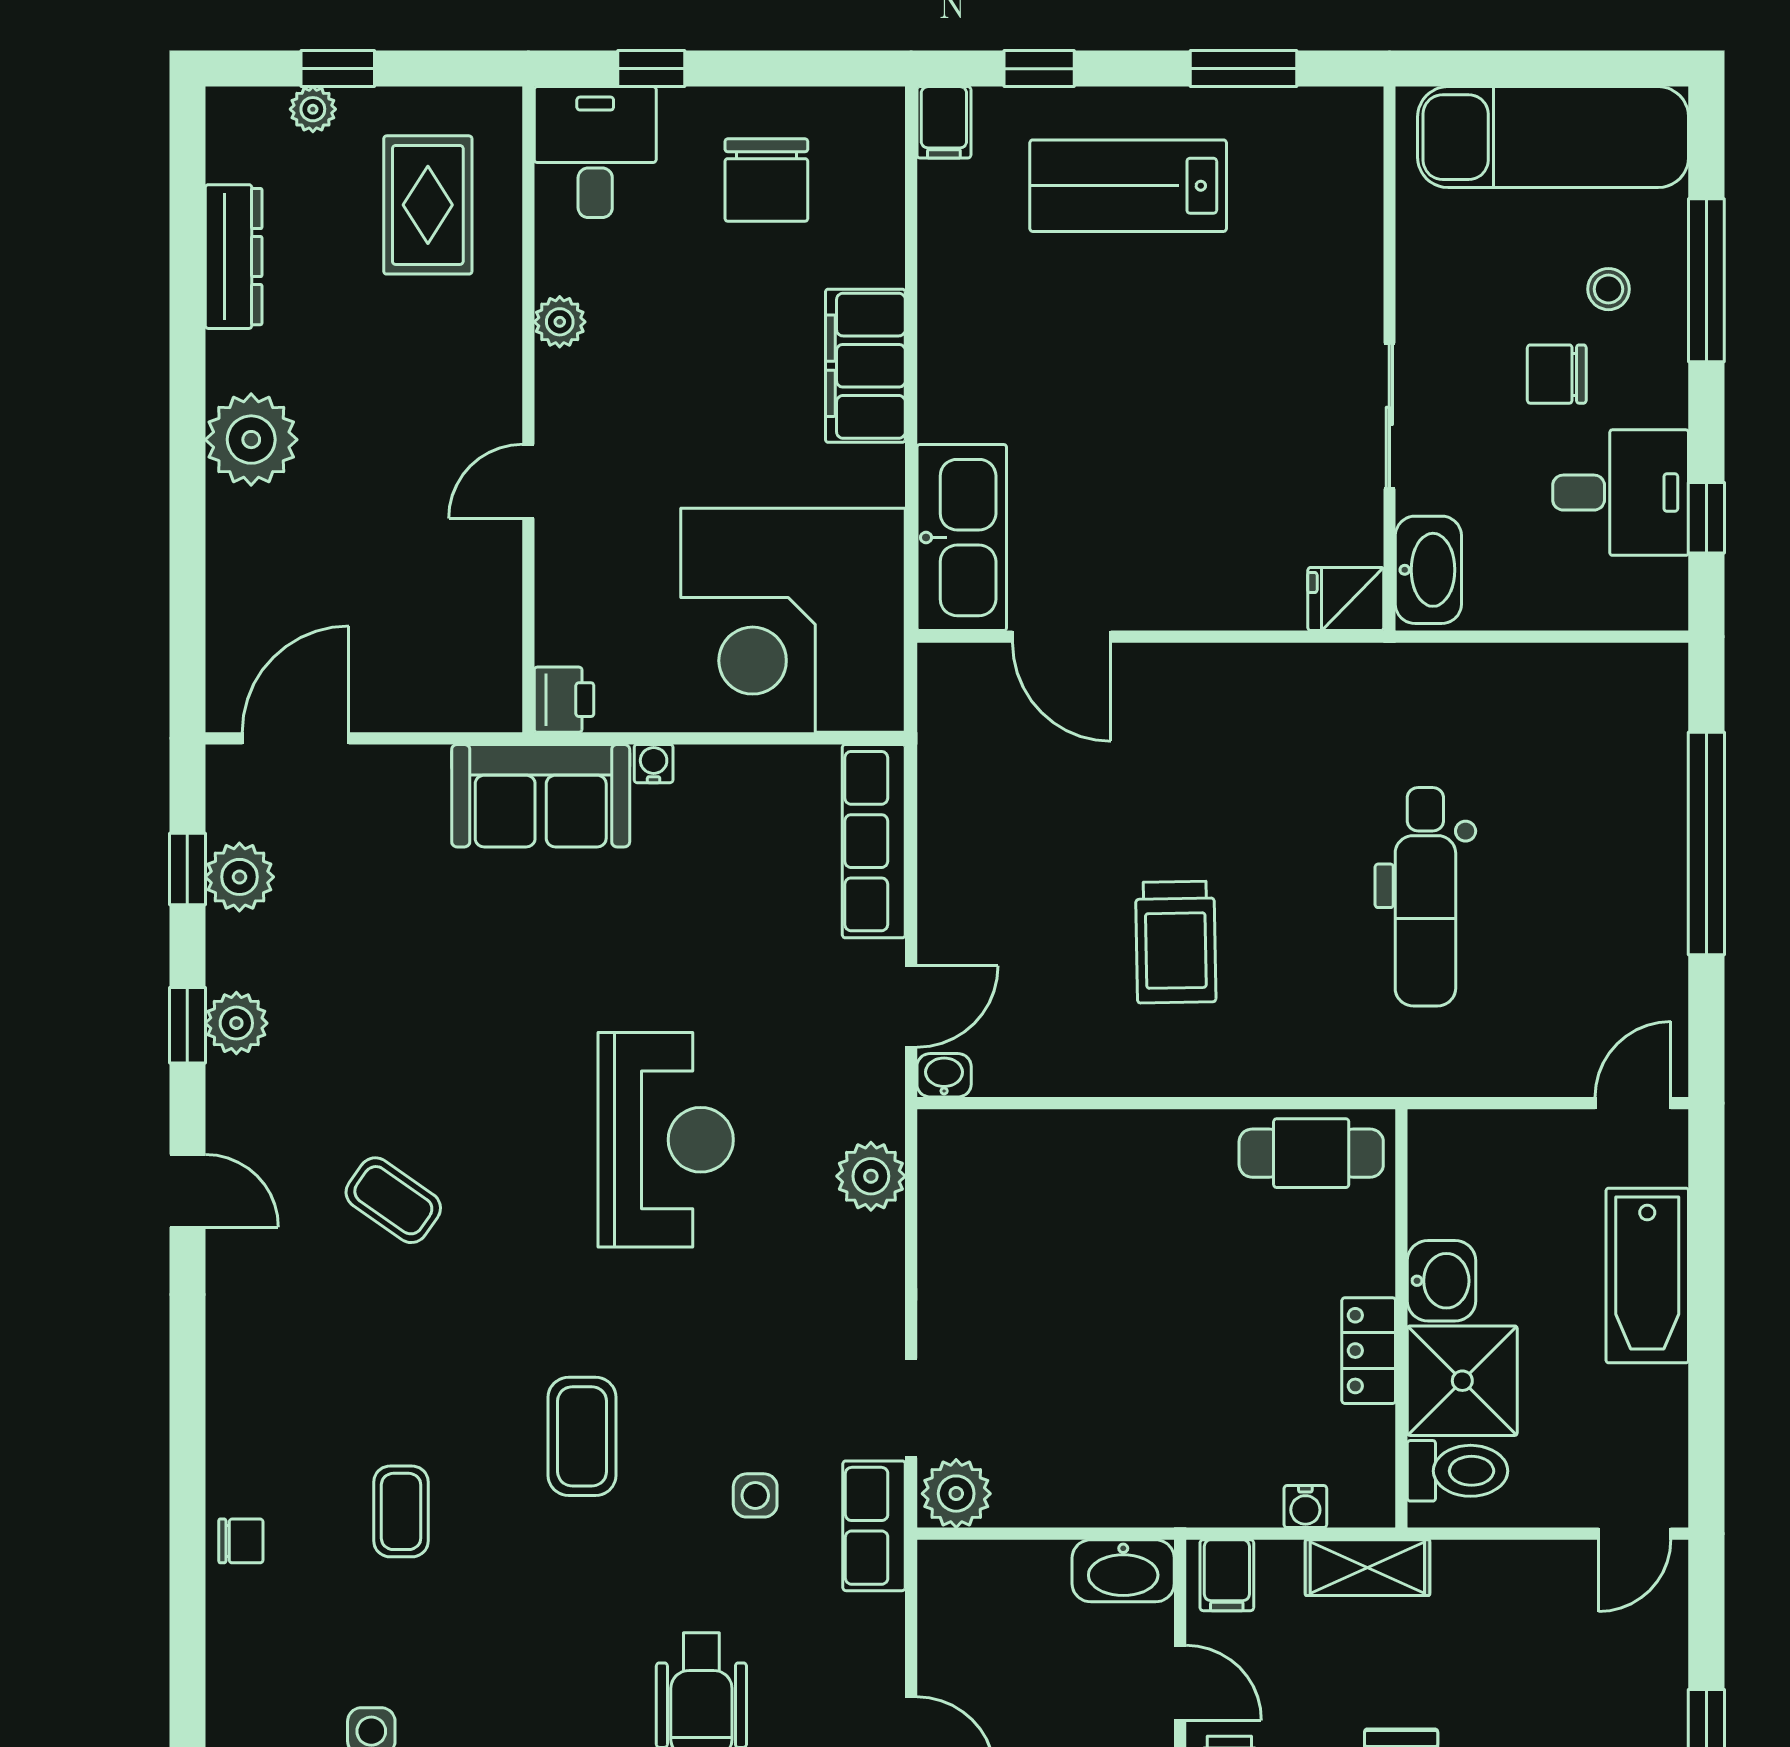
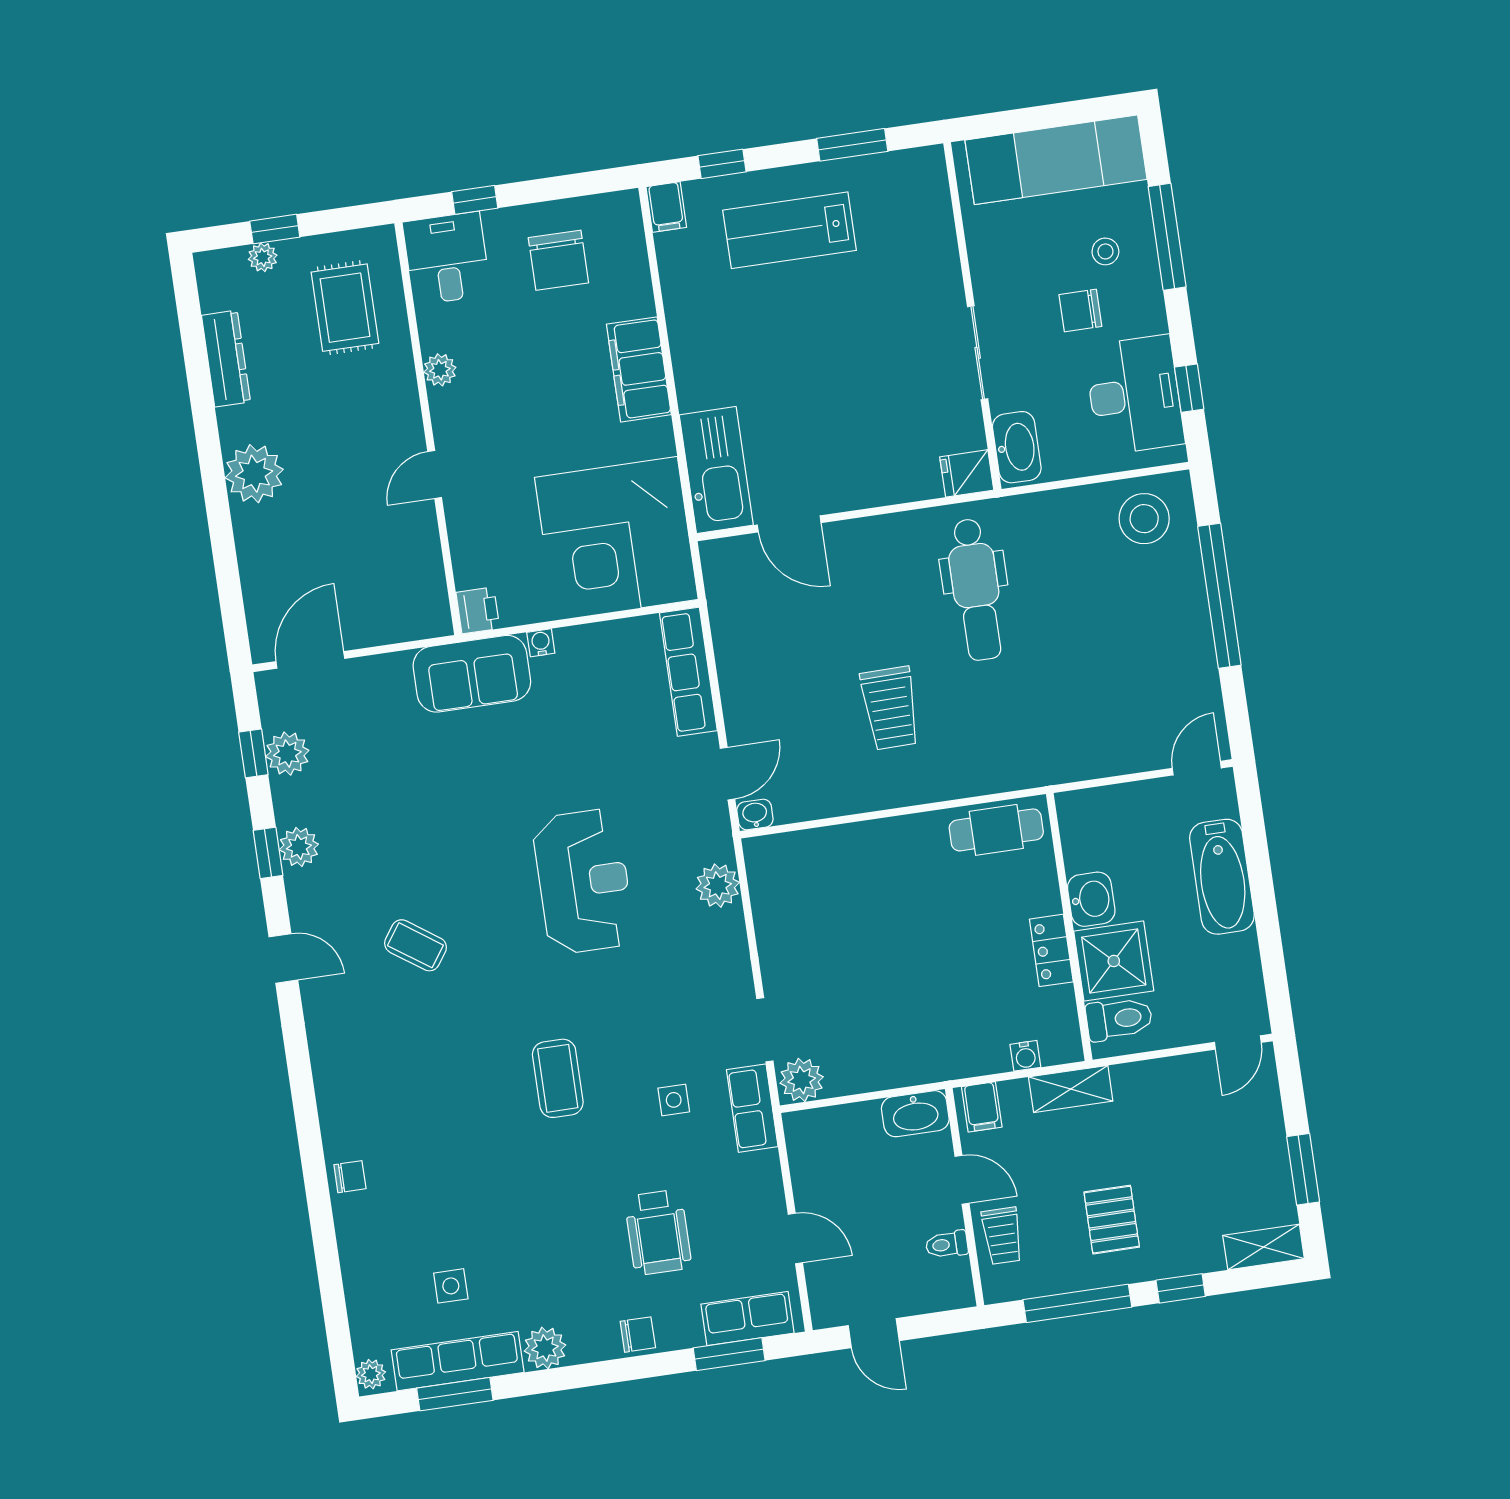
desk: (1621, 493) -> (1134, 395), width x1.37
stool: (1608, 708) -> (1144, 519), added
dental chair: (1425, 897) -> (976, 590), moved
coffee table: (401, 1511) -> (449, 1143), removed

